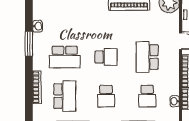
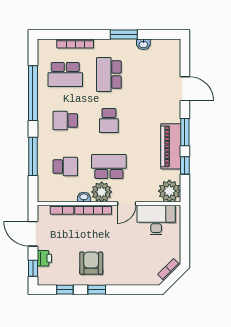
plant: (170, 64) -> (102, 192), added
school desk: (147, 96) -> (65, 167), turned 180
washbasin: (175, 101) -> (84, 197), moved

